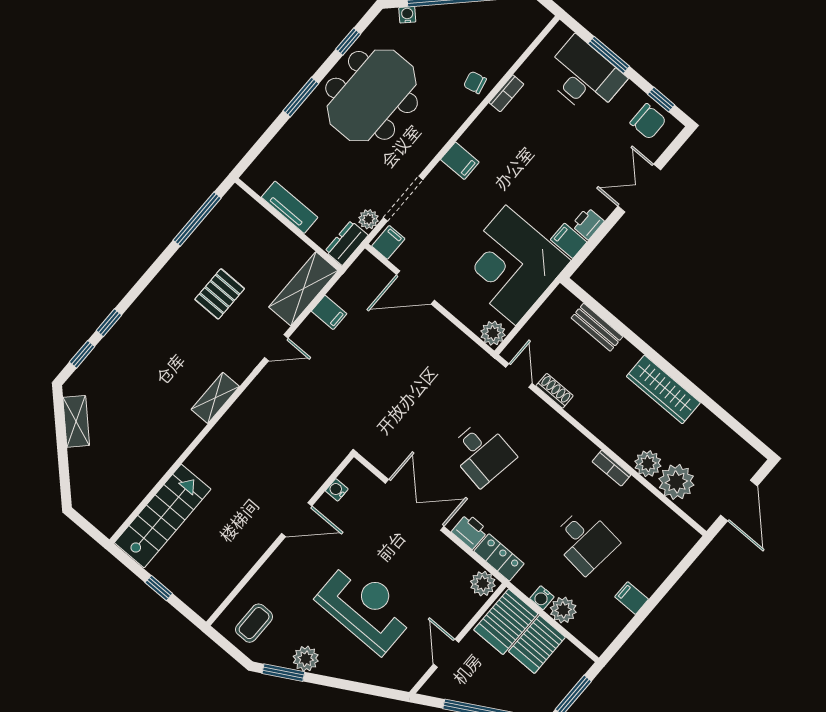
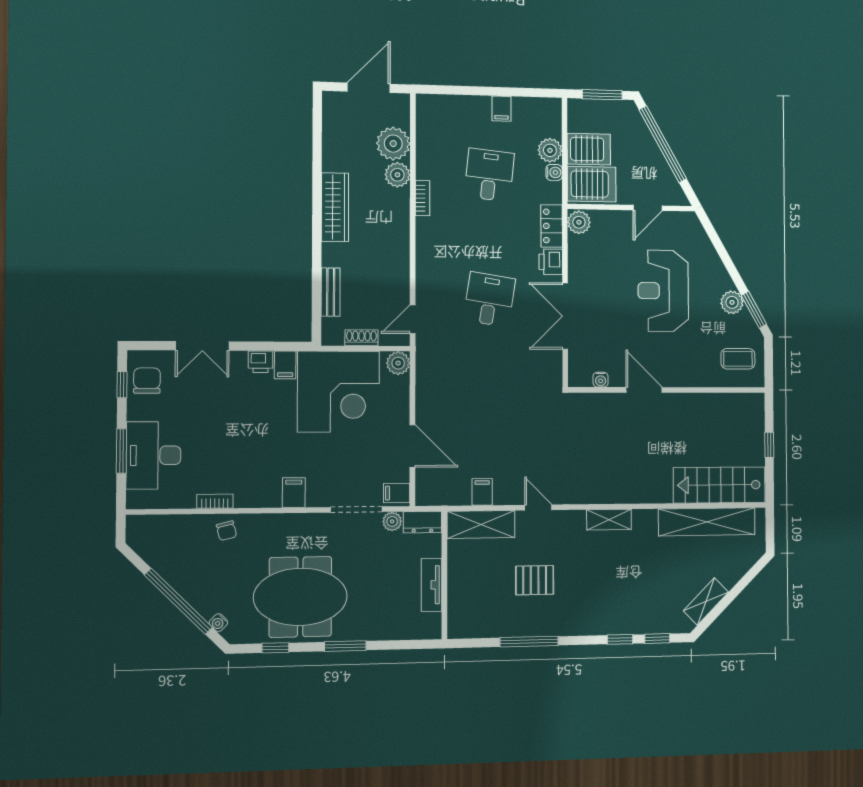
window: (197, 219) -> (529, 642), moved
shoe rack: (555, 391) -> (361, 338), moved, turned 90
shelving: (141, 479) -> (707, 522), added

